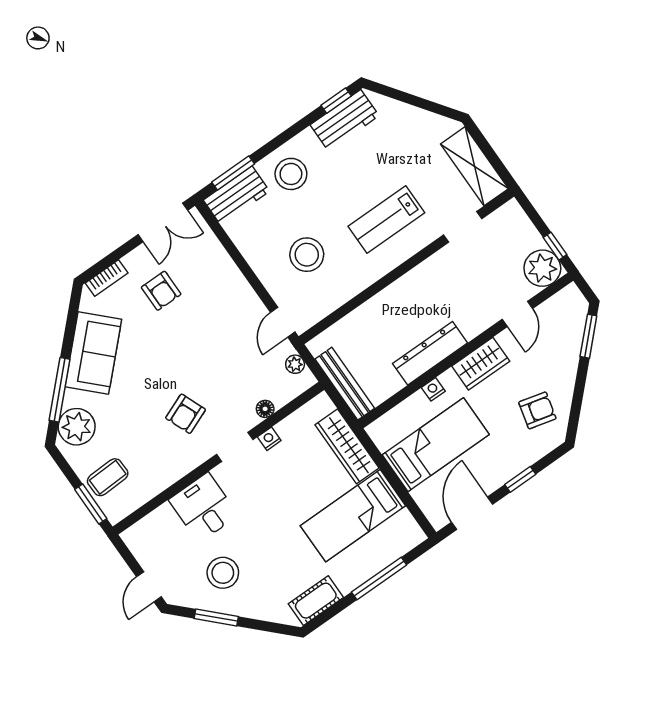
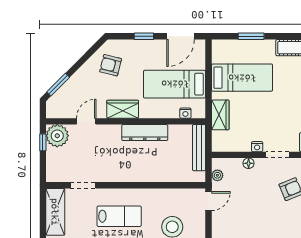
nightstand: (433, 389) -> (185, 113), moved
wardrobe: (347, 446) -> (220, 115), width x0.67
window: (379, 579) -> (251, 36), width x0.69

